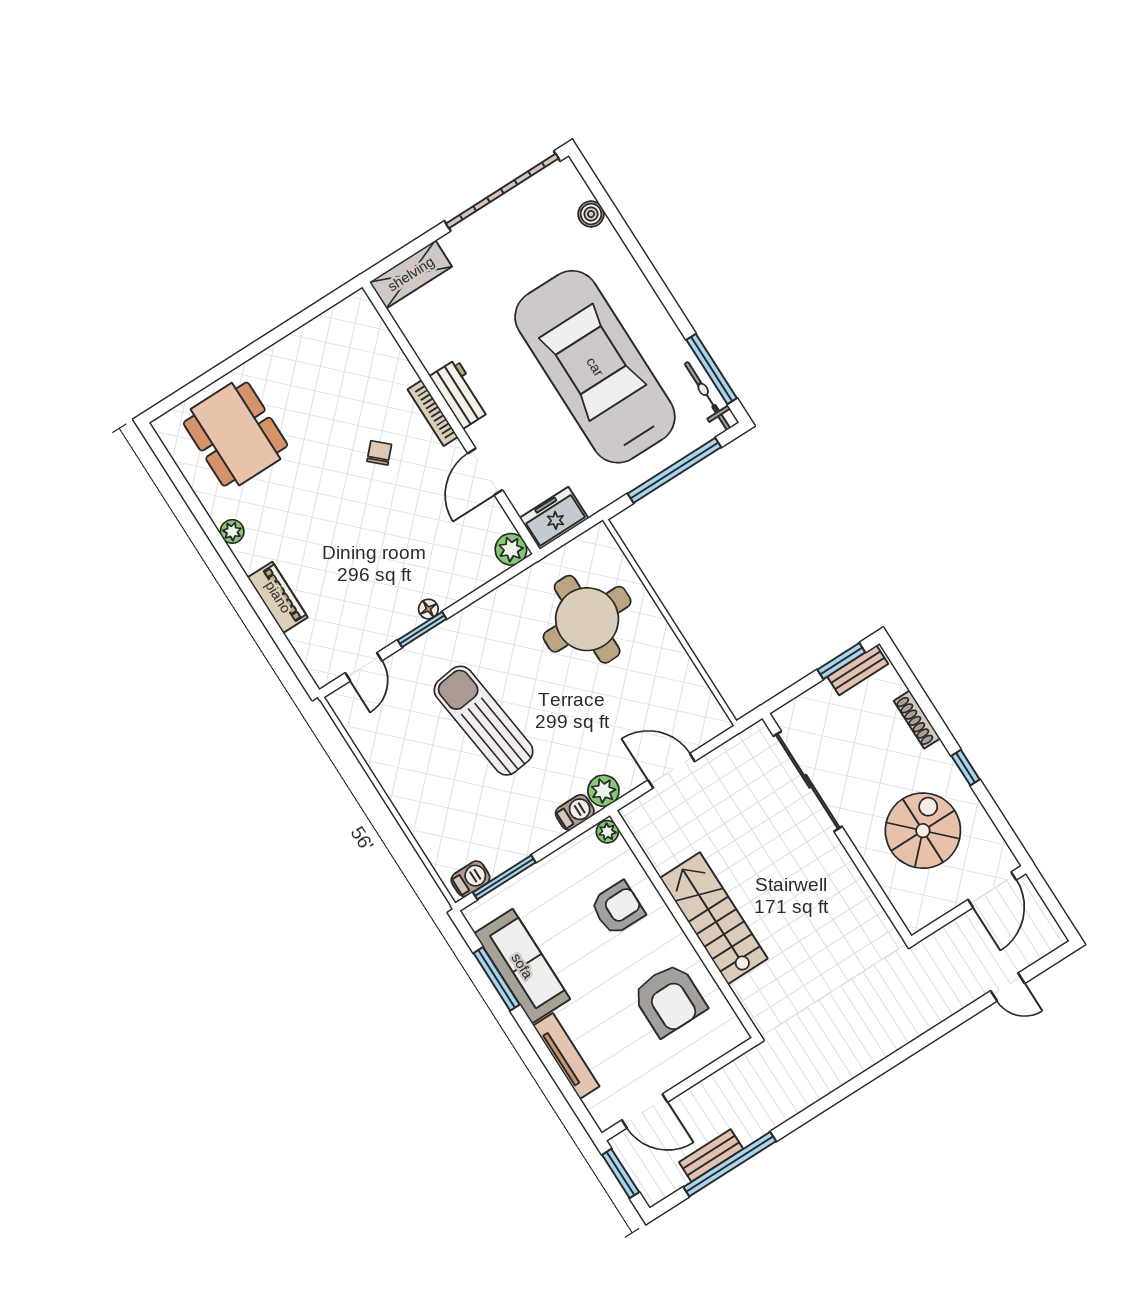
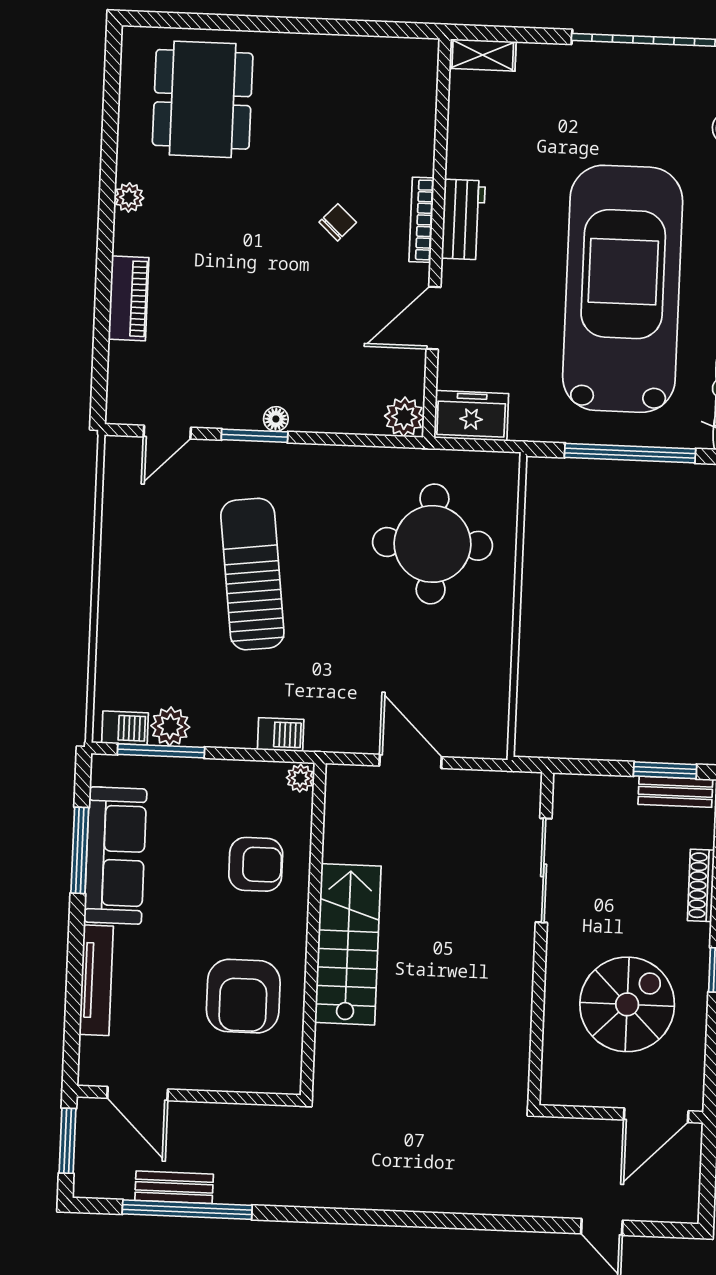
shelving: (411, 274) -> (483, 55), width x0.67, depth x0.75
sliding door: (808, 781) -> (544, 870), width x0.73
plant: (603, 791) -> (170, 726), moved

